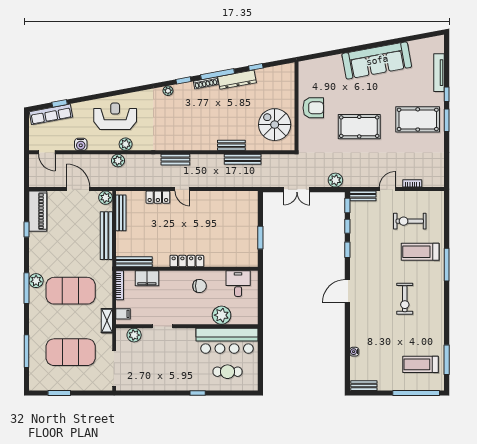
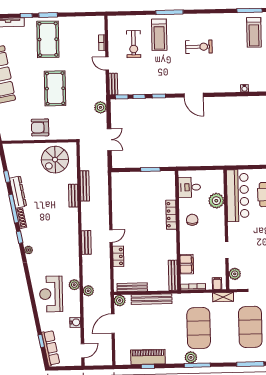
armchair: (313, 108) -> (40, 127), turned -90
piano: (38, 211) -> (148, 357), moved
locker: (187, 261) -> (171, 215), moved

